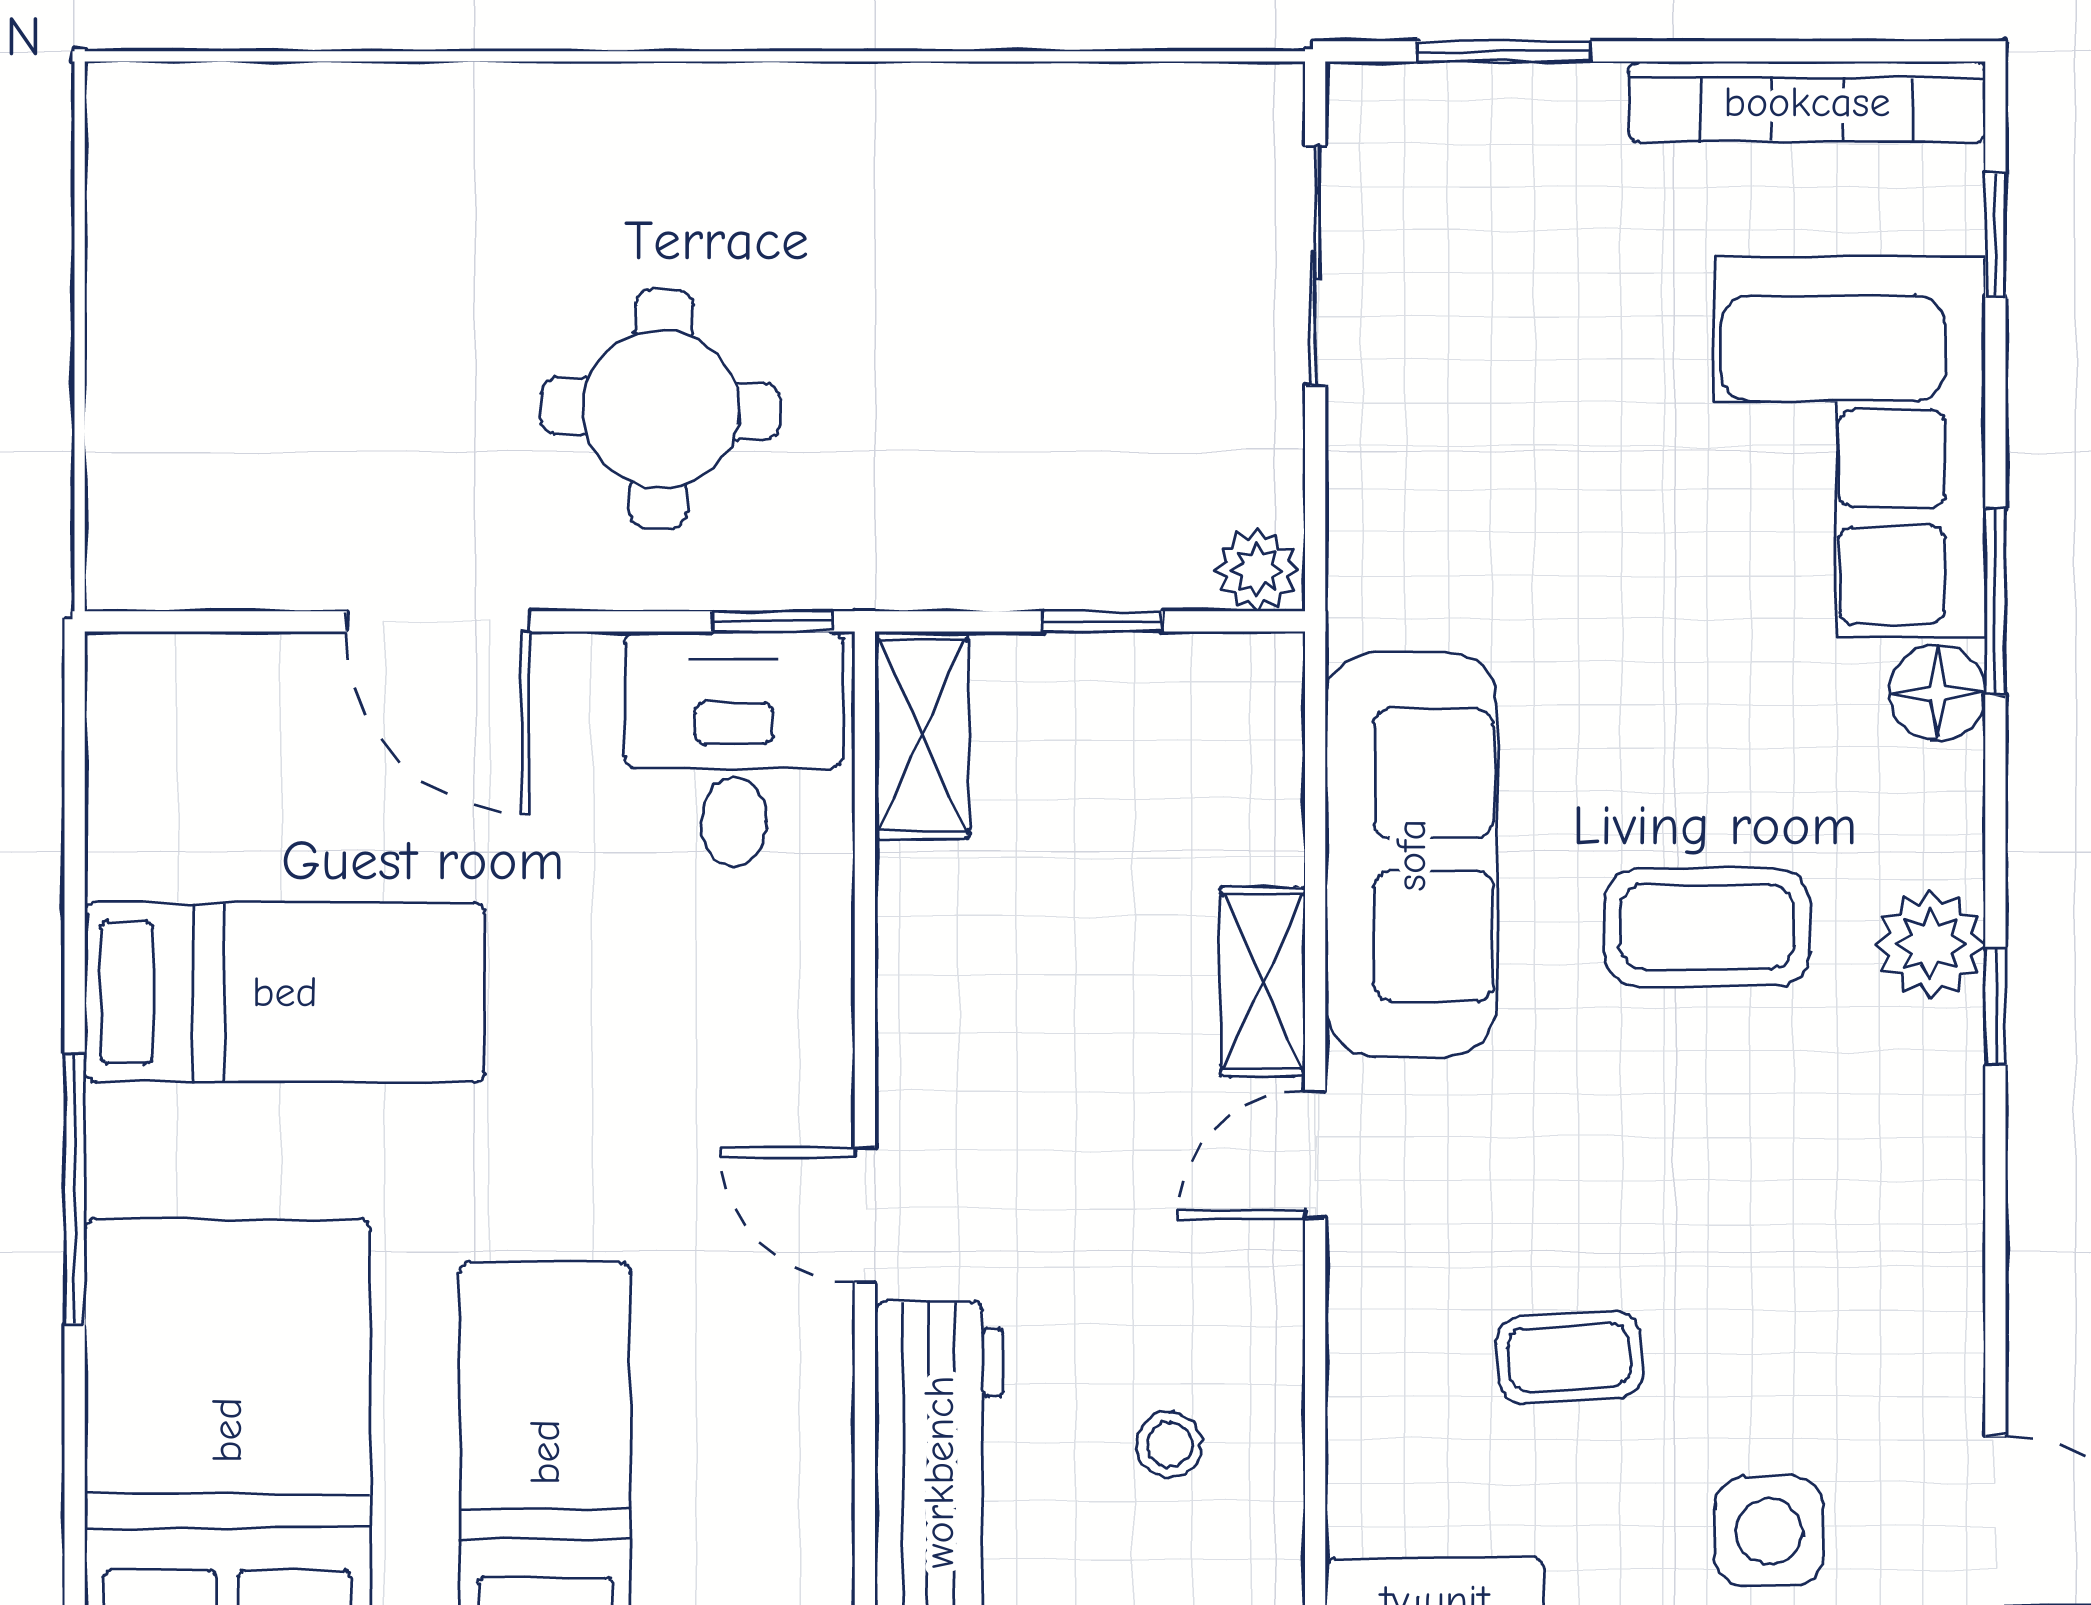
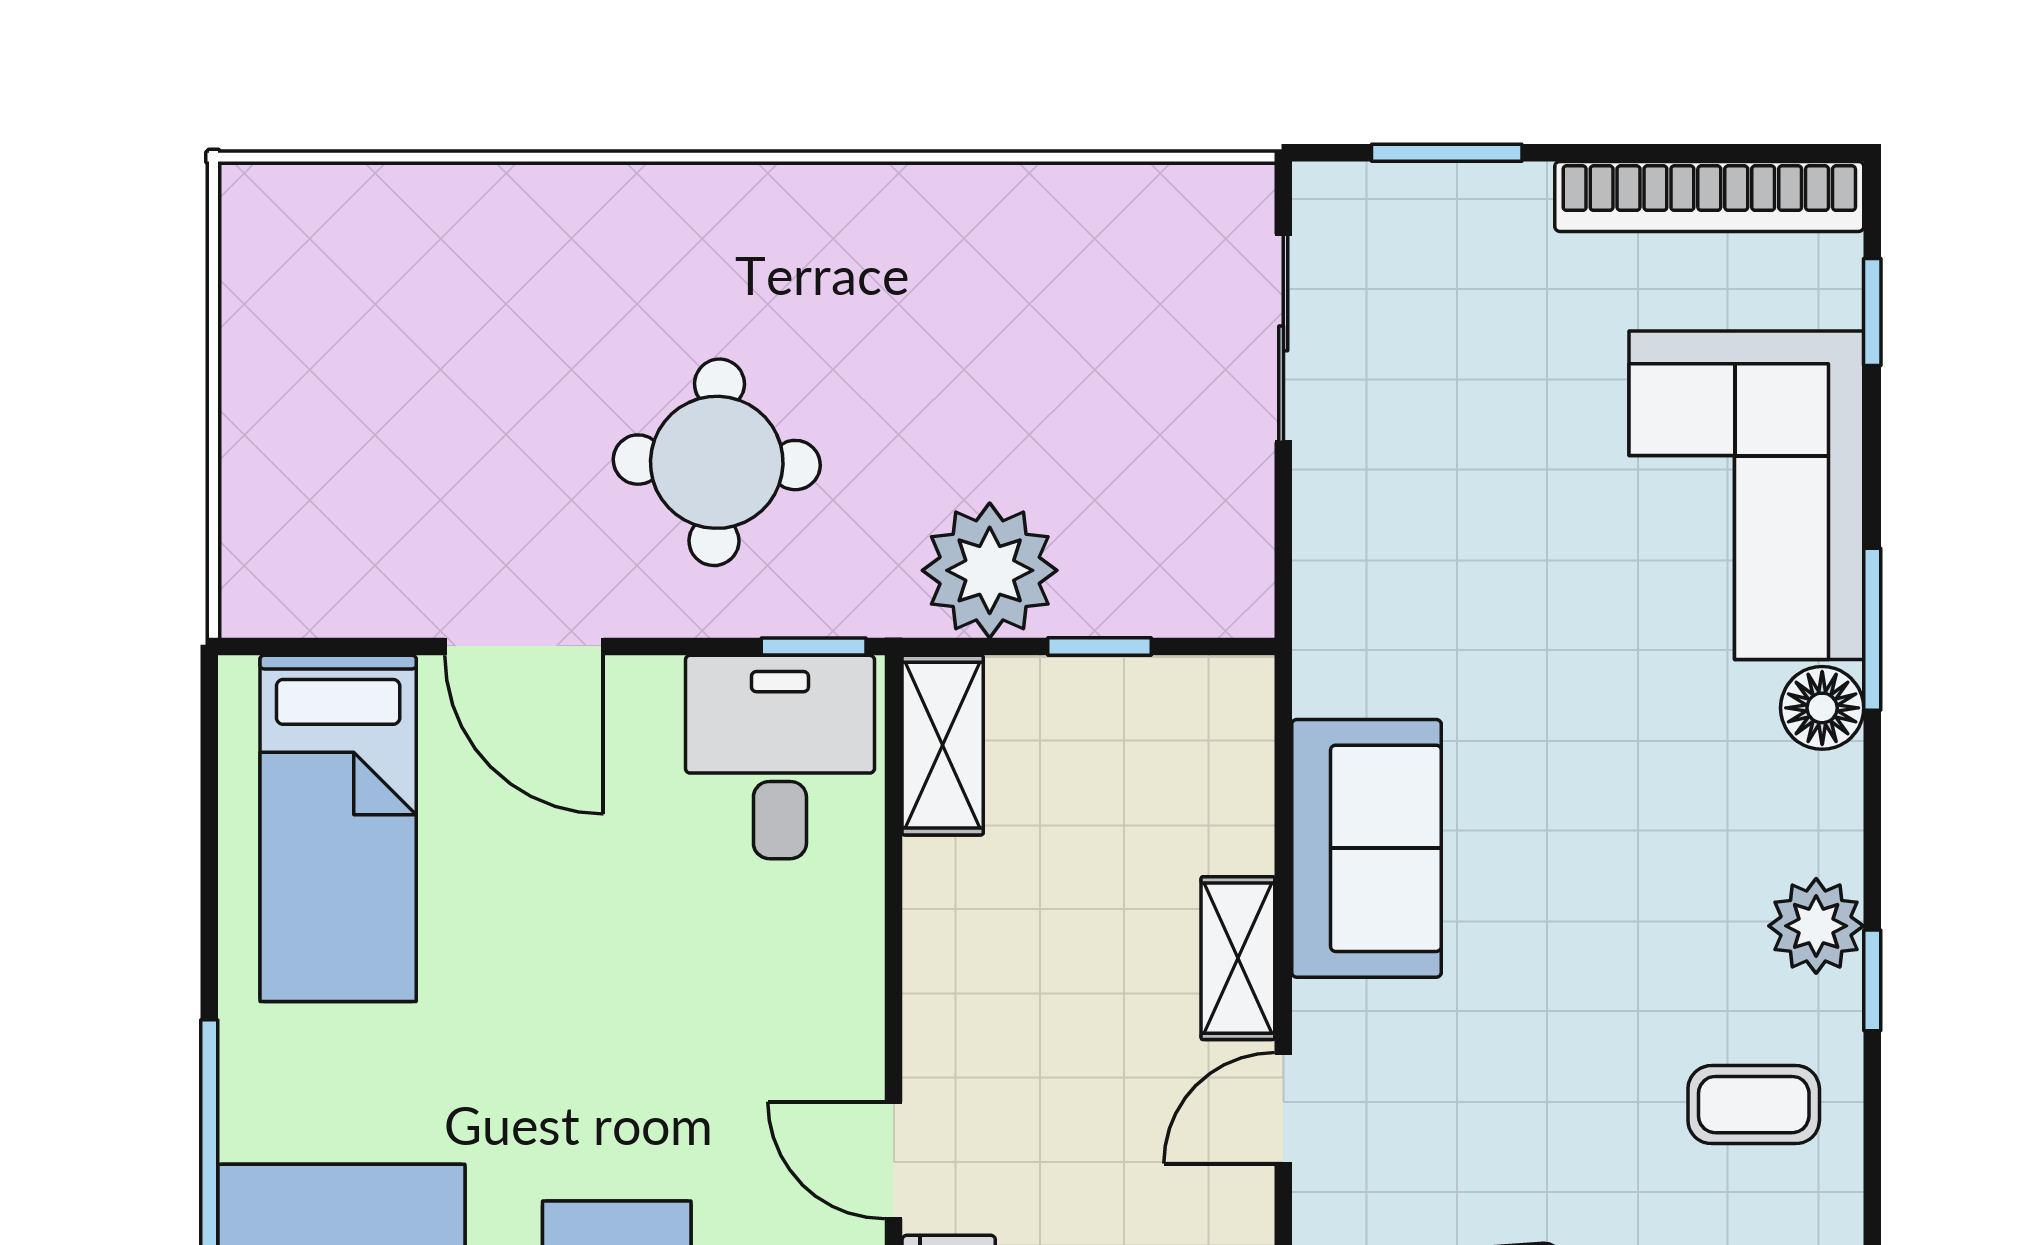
plant: (1257, 570) -> (990, 570), moved, width x1.87, depth x1.87
sofa: (1411, 855) -> (1367, 848), width x0.73
coffee table: (1707, 927) -> (1754, 1105), moved, width x0.73, depth x0.77
bed: (285, 992) -> (338, 828), moved, turned 90

